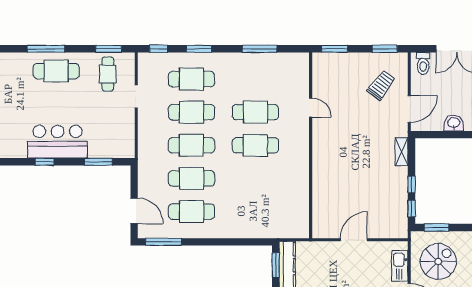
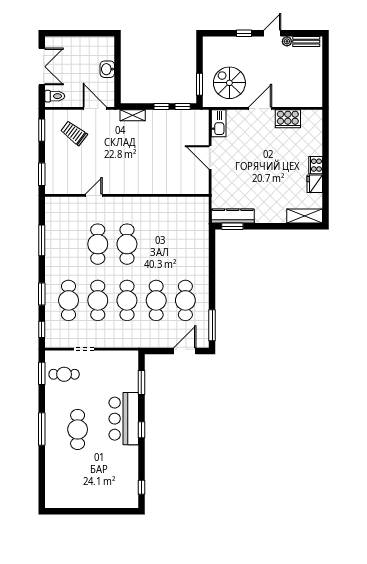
cafe table: (56, 71) -> (78, 429), moved
kitchen sink: (400, 266) -> (219, 123), moved, turned -90

